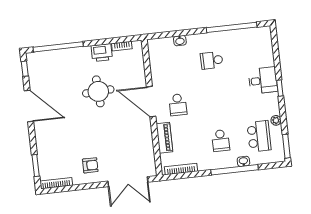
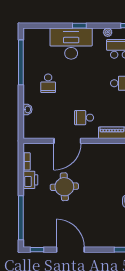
desk: (263, 81) -> (71, 44), width x1.87, depth x1.30
door: (151, 102) -> (67, 141), moved
school desk: (178, 105) -> (84, 118), turned 180
door: (29, 106) -> (70, 250), hinge flipped

